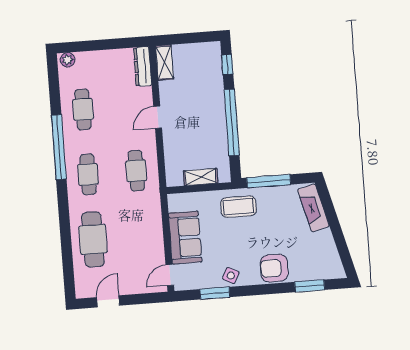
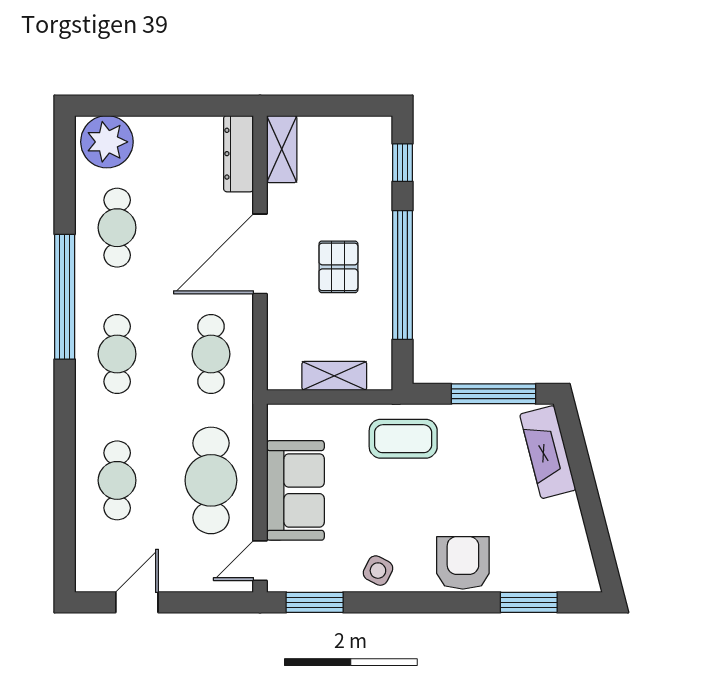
plant: (68, 60) -> (107, 142), width x1.88, depth x1.88
door: (158, 117) -> (260, 254), width x1.87
pallet: (198, 121) -> (338, 267), added
window: (269, 181) -> (494, 394), moved
cafe table: (141, 236) -> (211, 480), added
cafe table: (93, 239) -> (117, 480), width x0.73, depth x0.74
armchair: (274, 268) -> (463, 563), turned 90
window: (215, 293) -> (315, 602), moved

